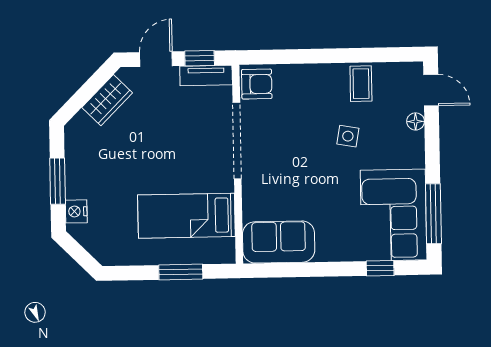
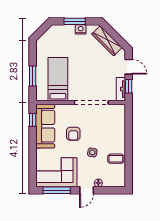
armchair: (257, 84) -> (73, 134), moved
door: (431, 90) -> (87, 190), moved
wardrobe: (107, 100) -> (107, 41), width x1.50
nightstand: (76, 211) -> (81, 29), moved
sofa: (279, 242) -> (45, 126), width x1.36
window: (380, 268) -> (33, 120), moved

